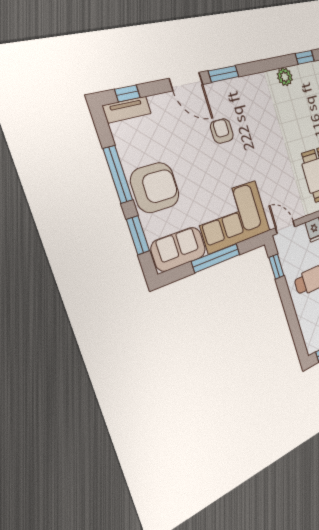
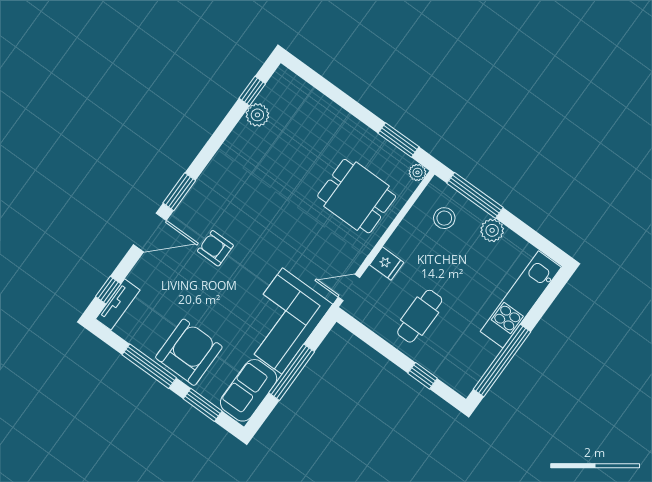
plant: (285, 77) -> (257, 115), moved
window: (277, 267) -> (423, 376), moved

